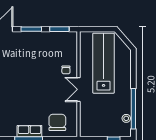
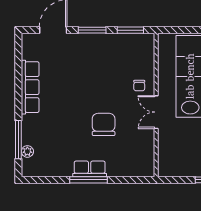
chair: (57, 122) -> (104, 124), moved

